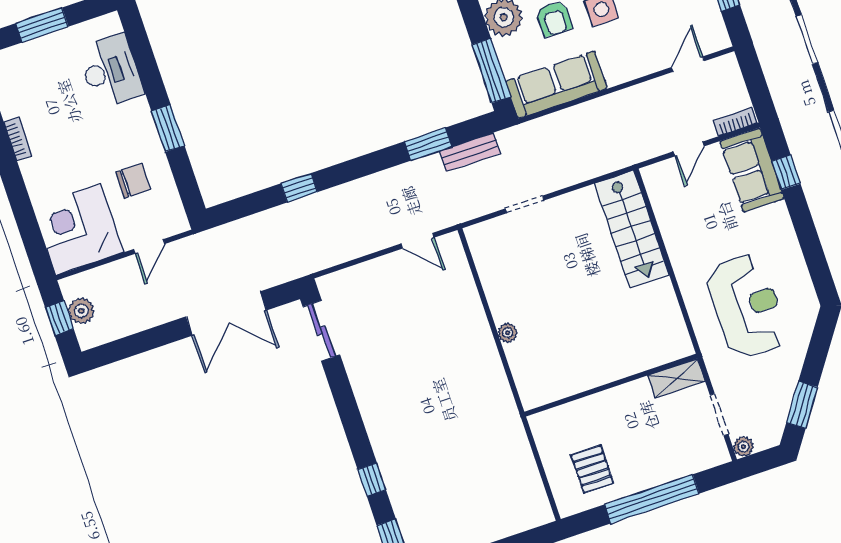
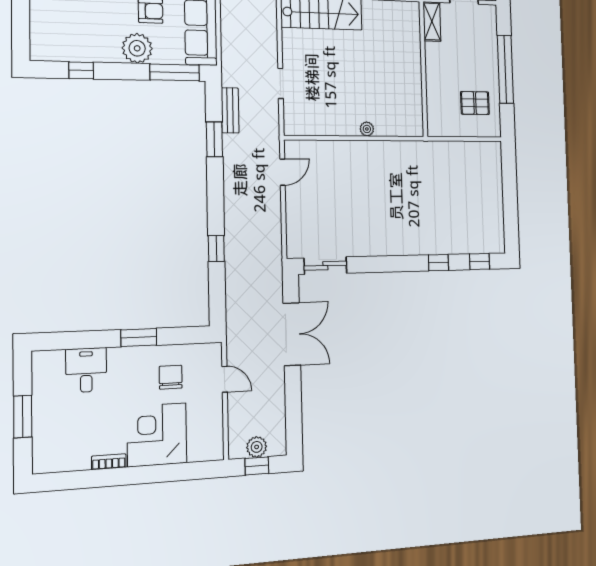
desk: (111, 71) -> (86, 370), width x0.73
corner desk: (78, 230) -> (157, 435), moved, turned 90

